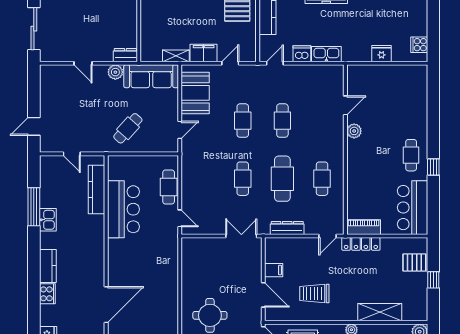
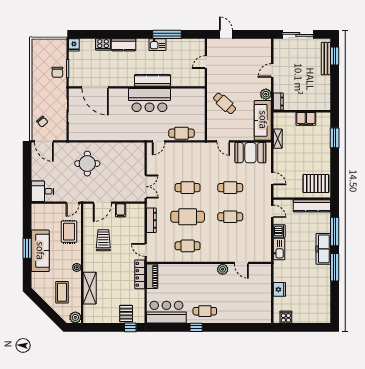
filing cabinet: (204, 53) -> (306, 119), moved, turned 90
kitchen counter: (97, 190) -> (152, 80), moved
bar counter: (123, 209) -> (149, 100), moved
window: (433, 280) -> (130, 327), moved

